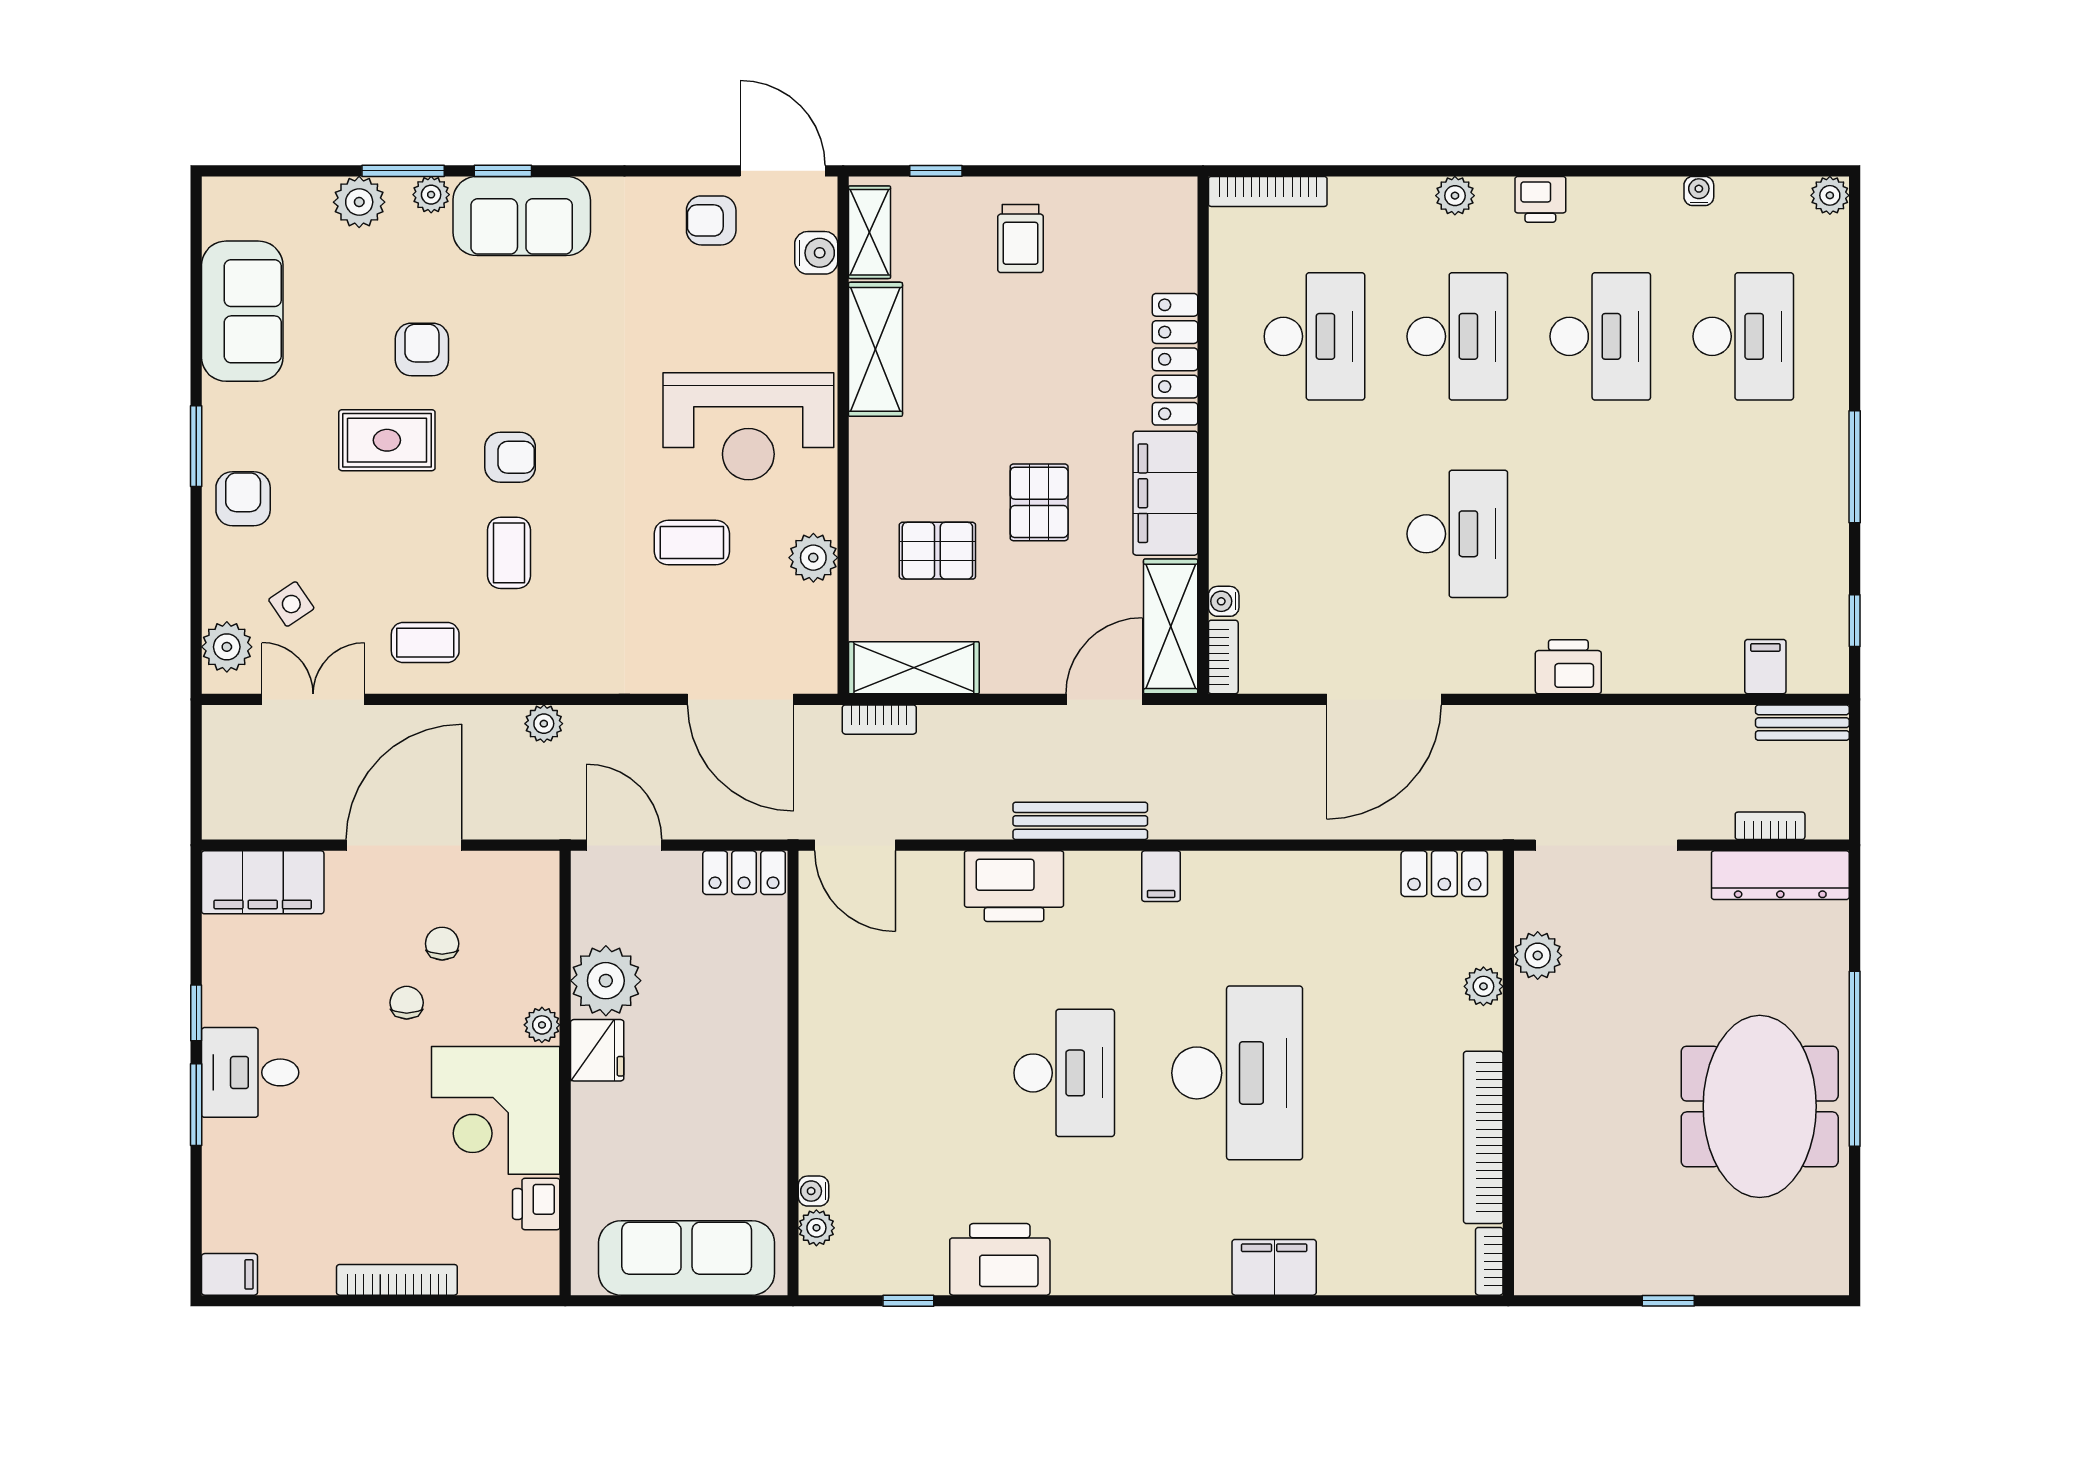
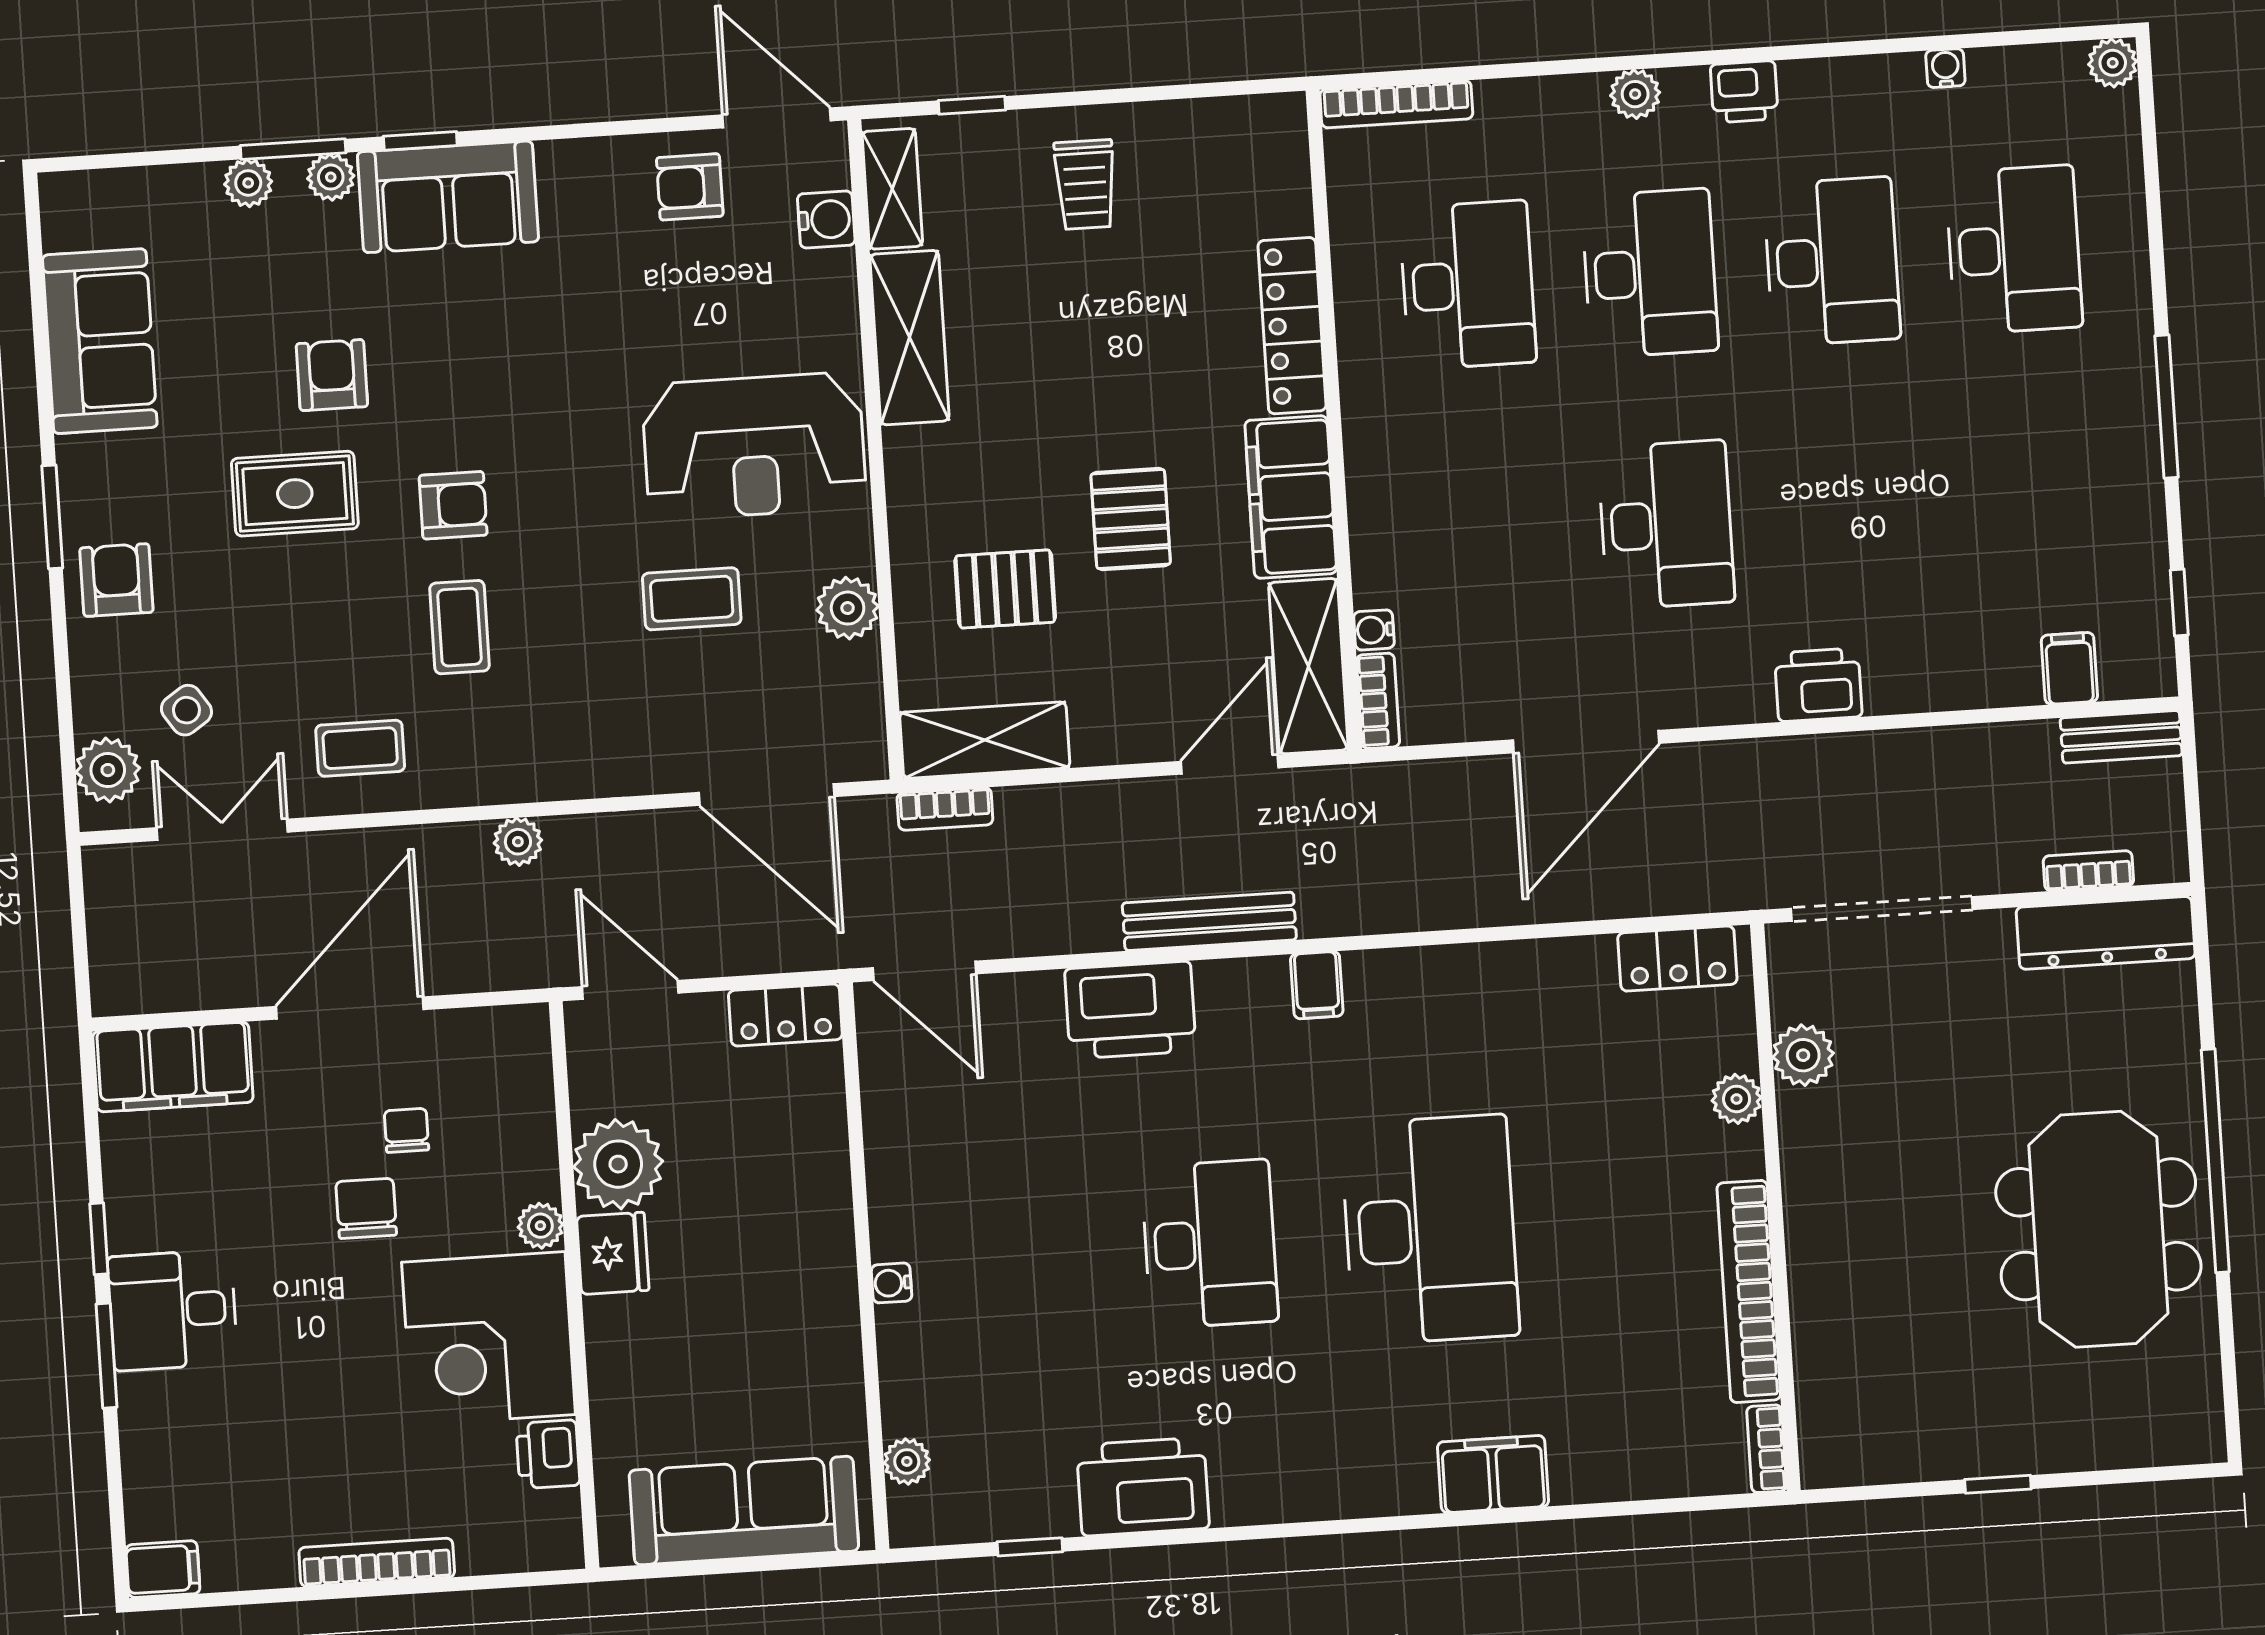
plant: (359, 202) -> (248, 183), width x0.73, depth x0.73
chair: (407, 1003) -> (366, 1208), width x1.37, depth x1.37
water cooler: (814, 1191) -> (892, 1283), moved

